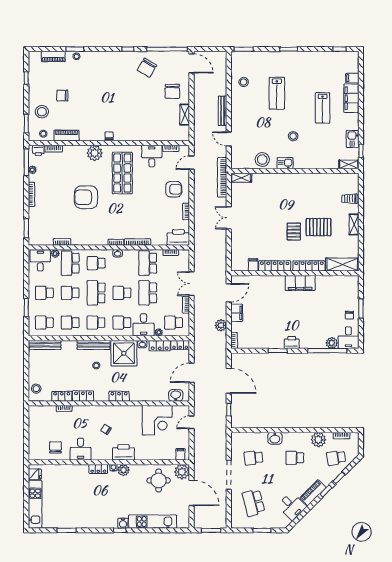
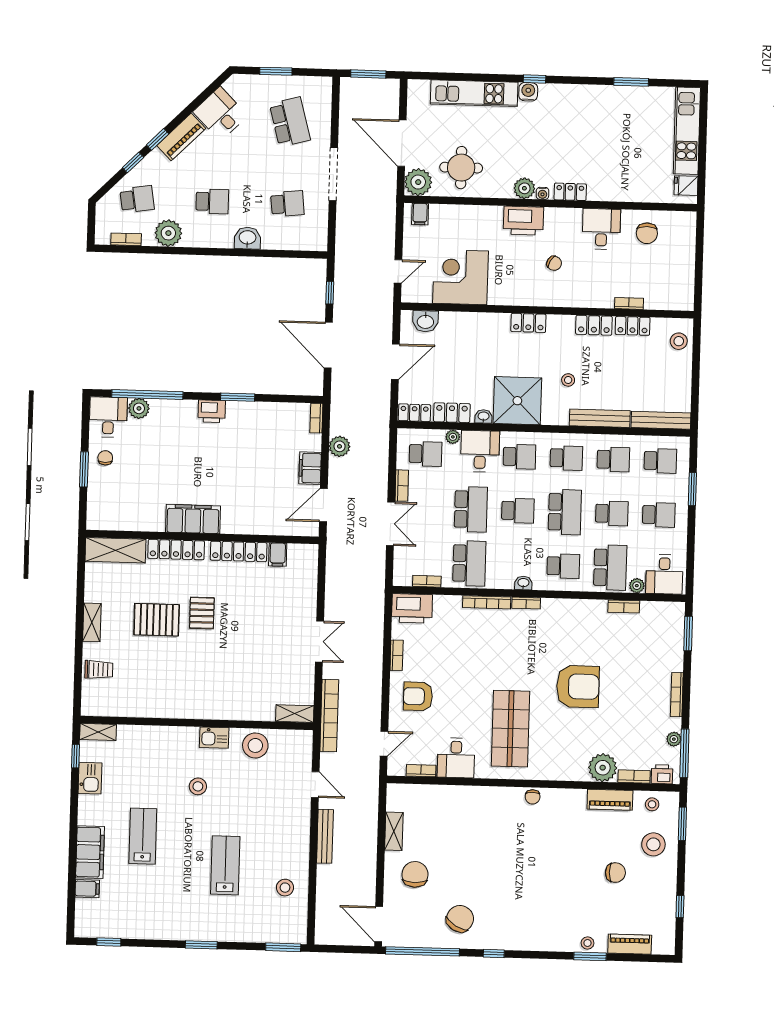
plant: (95, 153) -> (603, 768), moved
bench: (94, 345) -> (600, 418), moved

